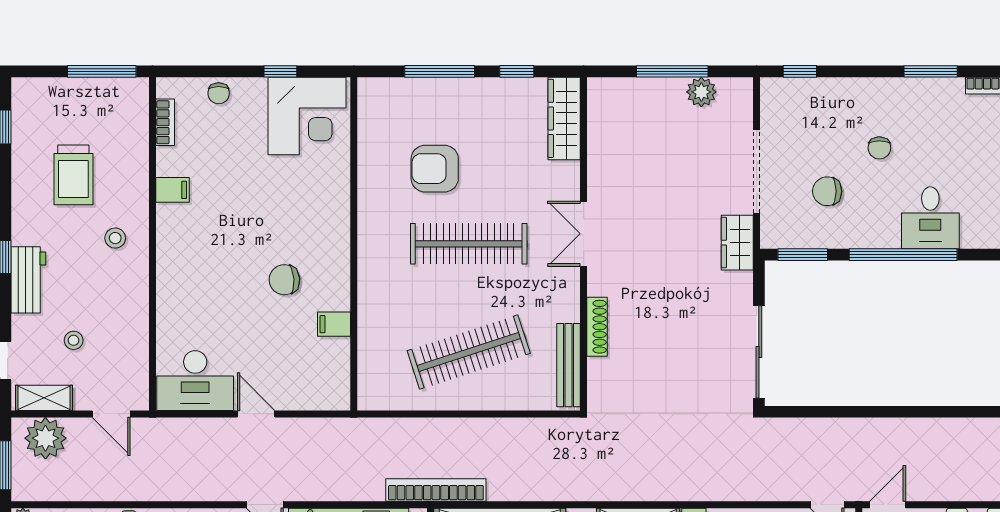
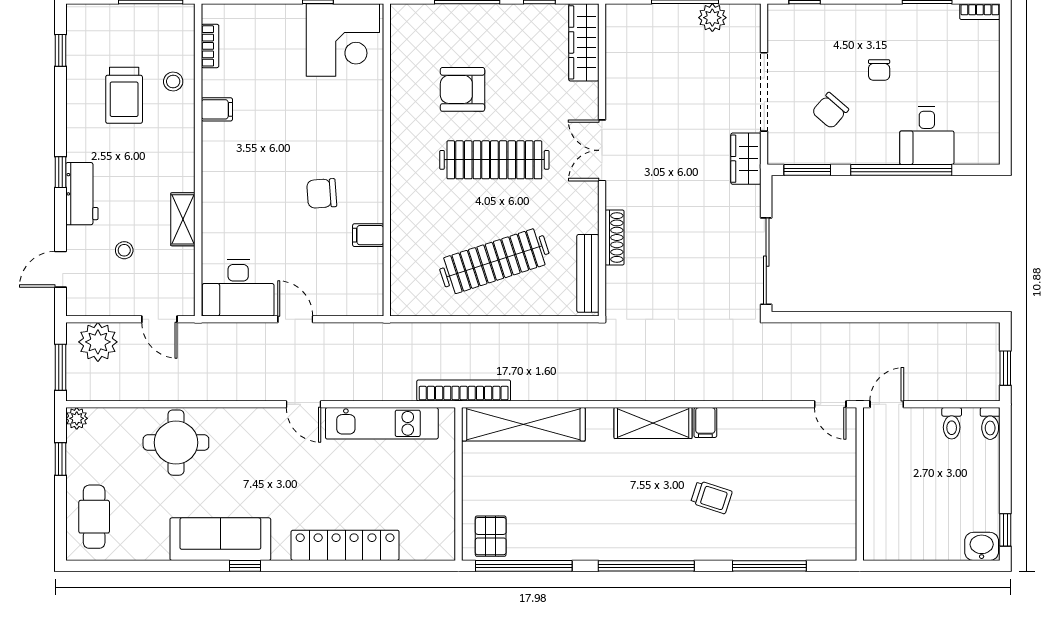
chair: (219, 93) -> (260, 19), removed
chair: (827, 191) -> (830, 111), turned -49
stool: (115, 238) -> (173, 81), moved
shelving: (44, 398) -> (183, 219), moved, turned 90

